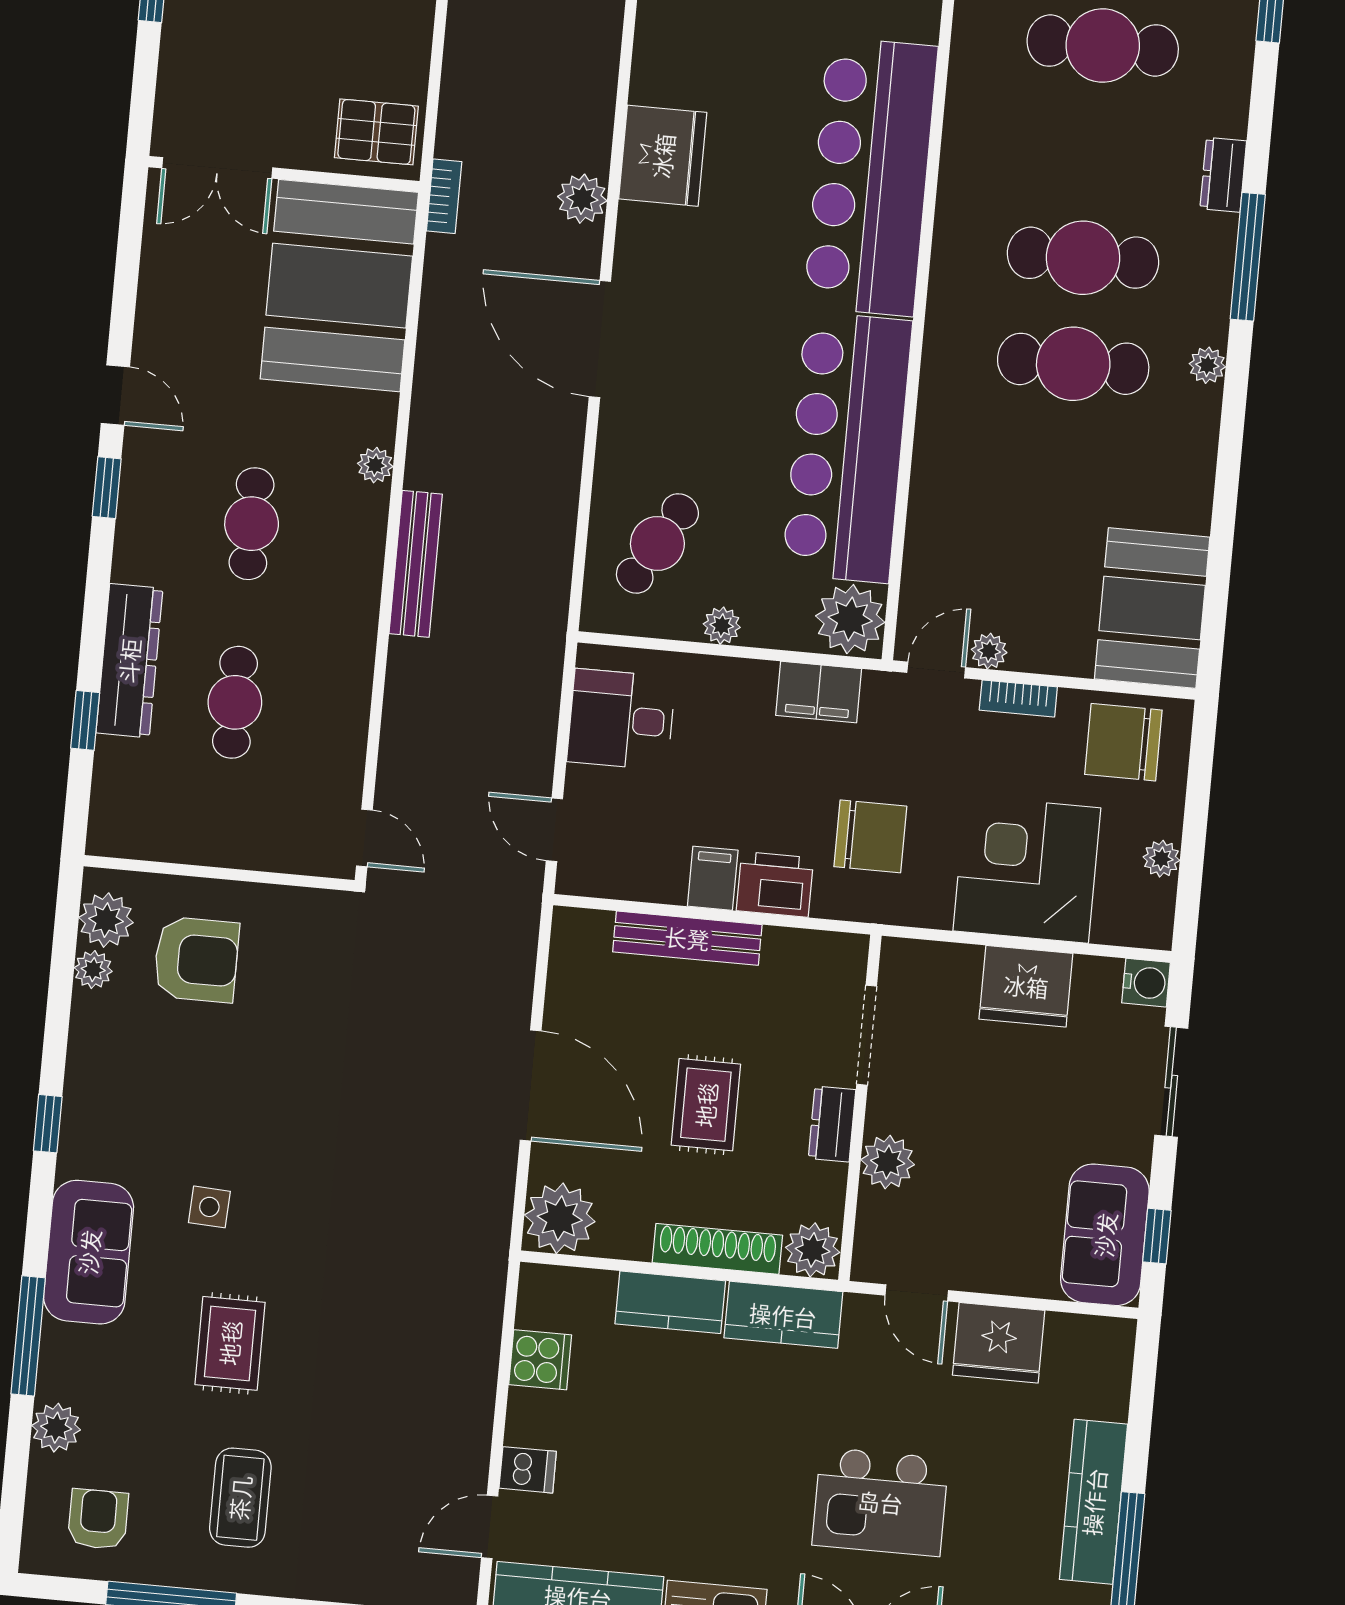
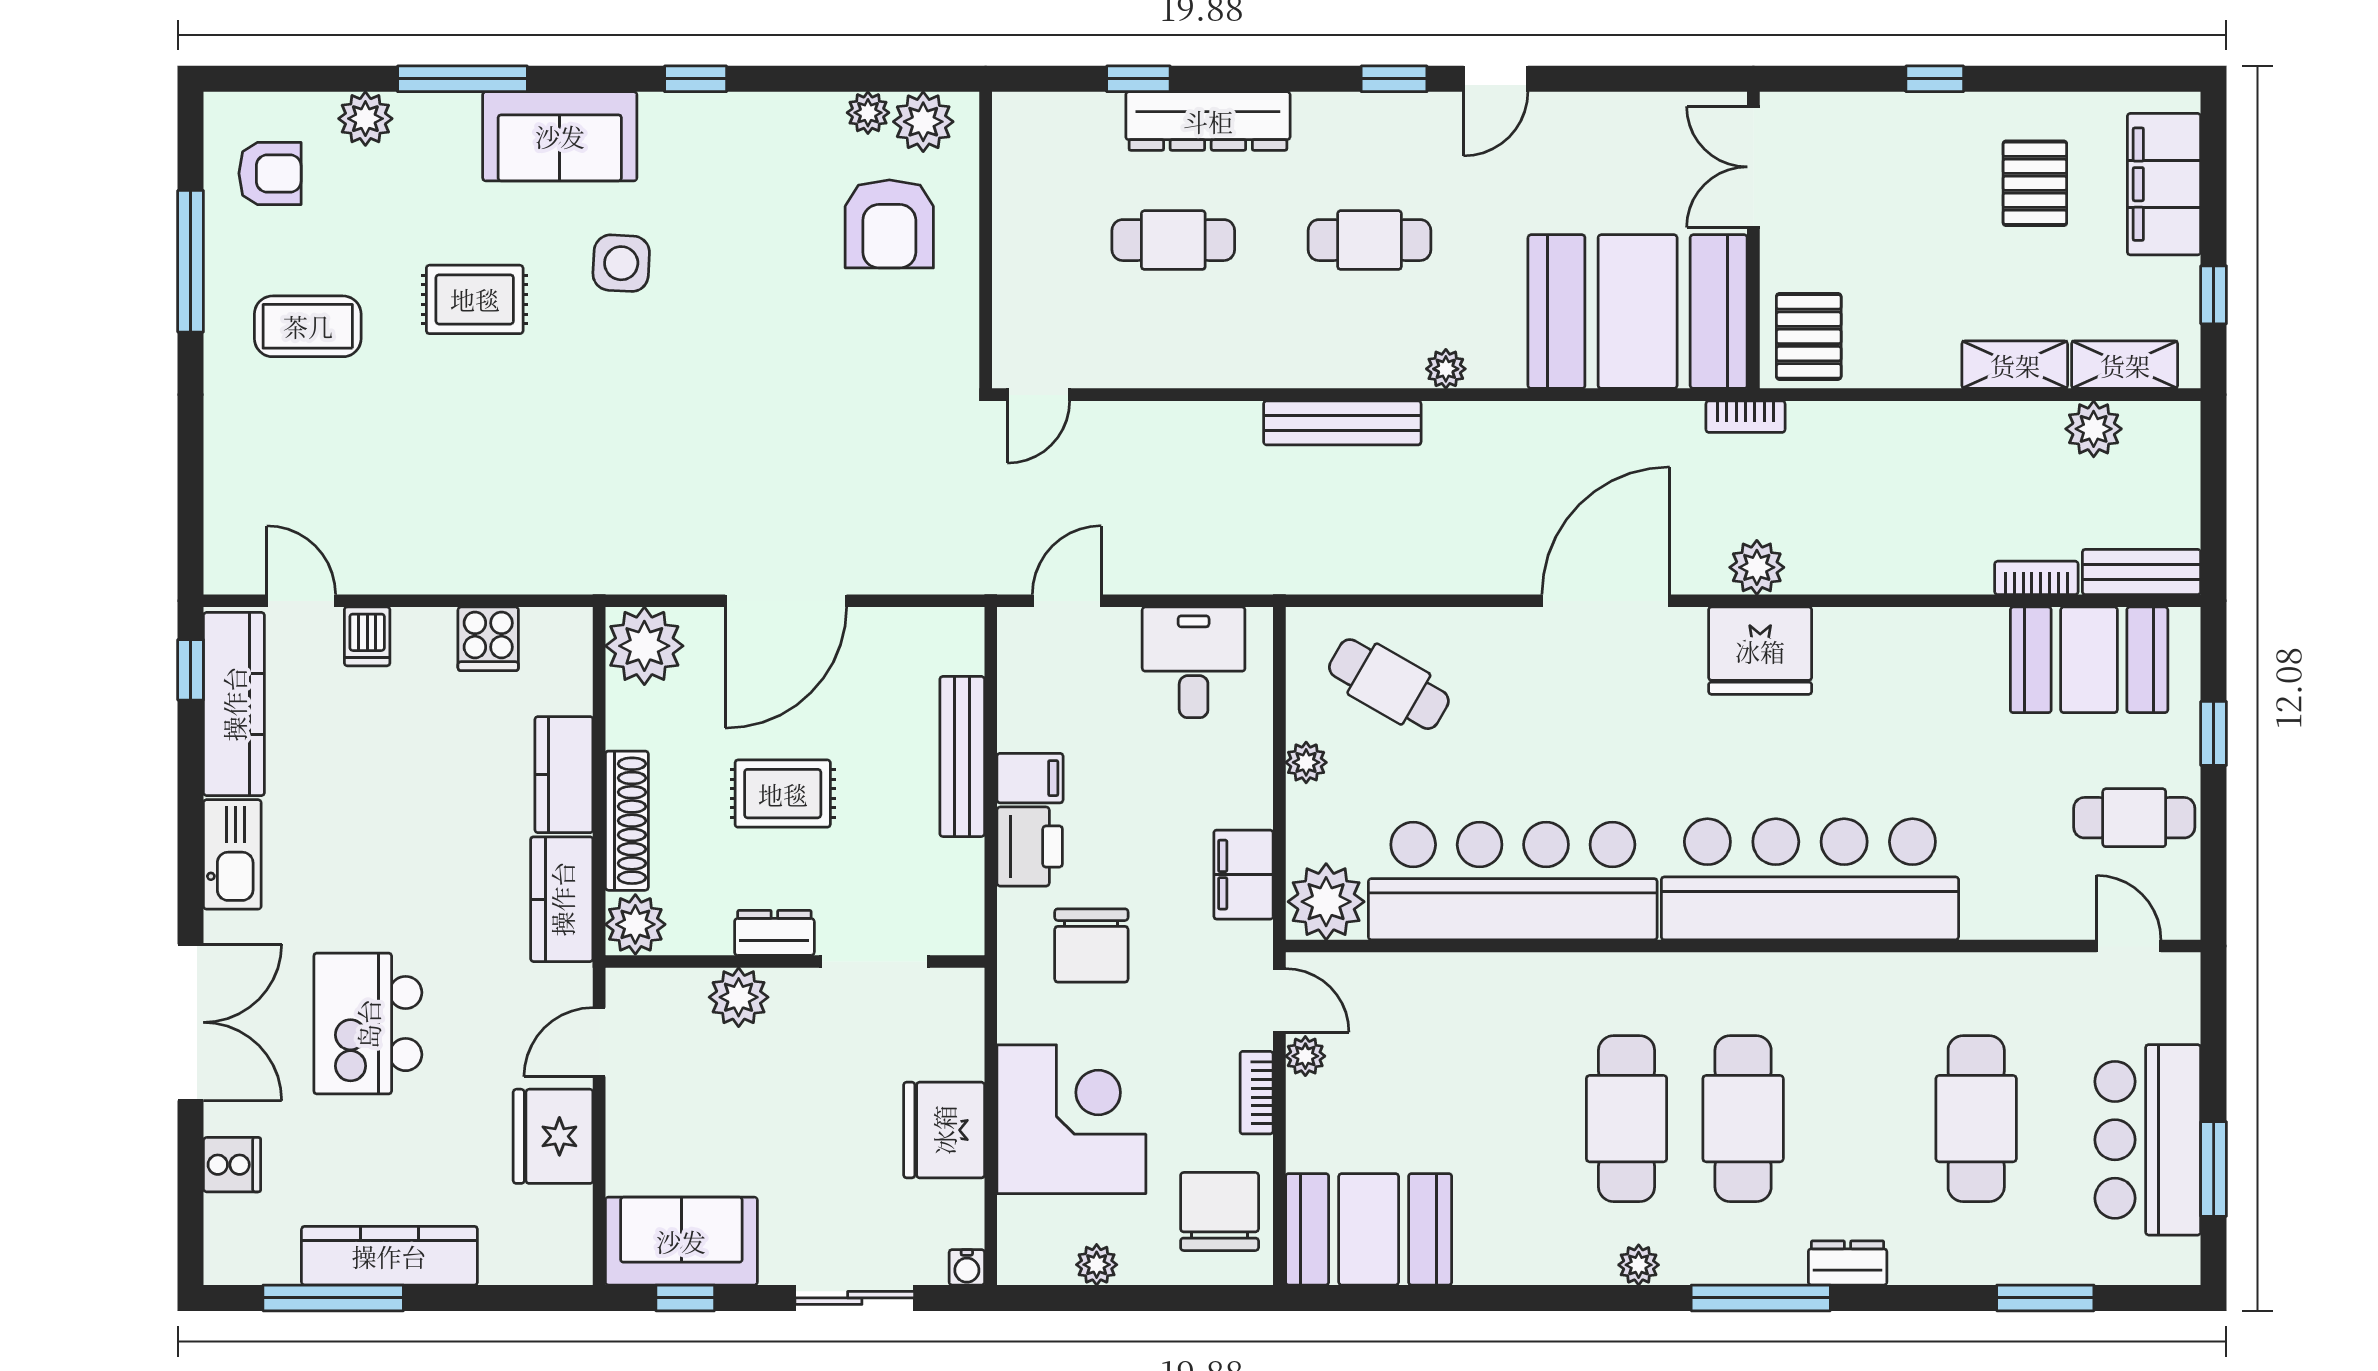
fridge: (663, 156) -> (1760, 651), moved
water cooler: (1146, 983) -> (967, 1267), width x0.72, depth x0.72
side table: (209, 1207) -> (621, 263), width x1.37, depth x1.37

